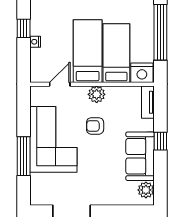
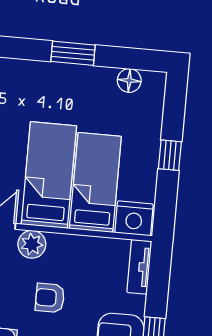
window: (160, 32) -> (170, 155), width x0.32
plant: (97, 94) -> (32, 244), moved

